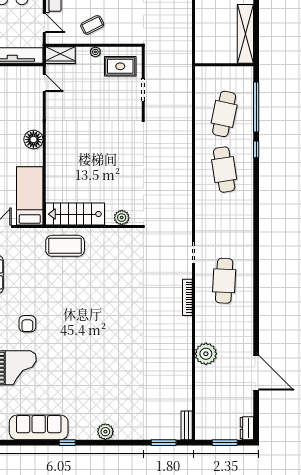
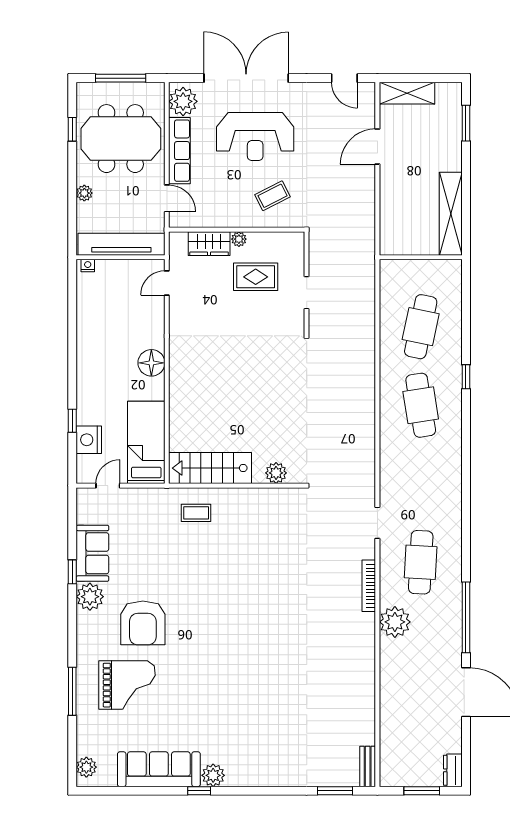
coffee table: (92, 25) -> (273, 196), moved
wardrobe: (60, 55) -> (209, 244), moved
rug: (120, 66) -> (256, 277), moved
door: (44, 83) -> (167, 283), swing flipped
window: (256, 107) -> (466, 617), moved
coffee table: (65, 246) -> (196, 513), width x0.54, depth x0.58
armchair: (27, 324) -> (143, 623), width x1.88, depth x1.88
plant: (206, 354) -> (395, 622), moved
plant: (105, 432) -> (213, 775), moved

